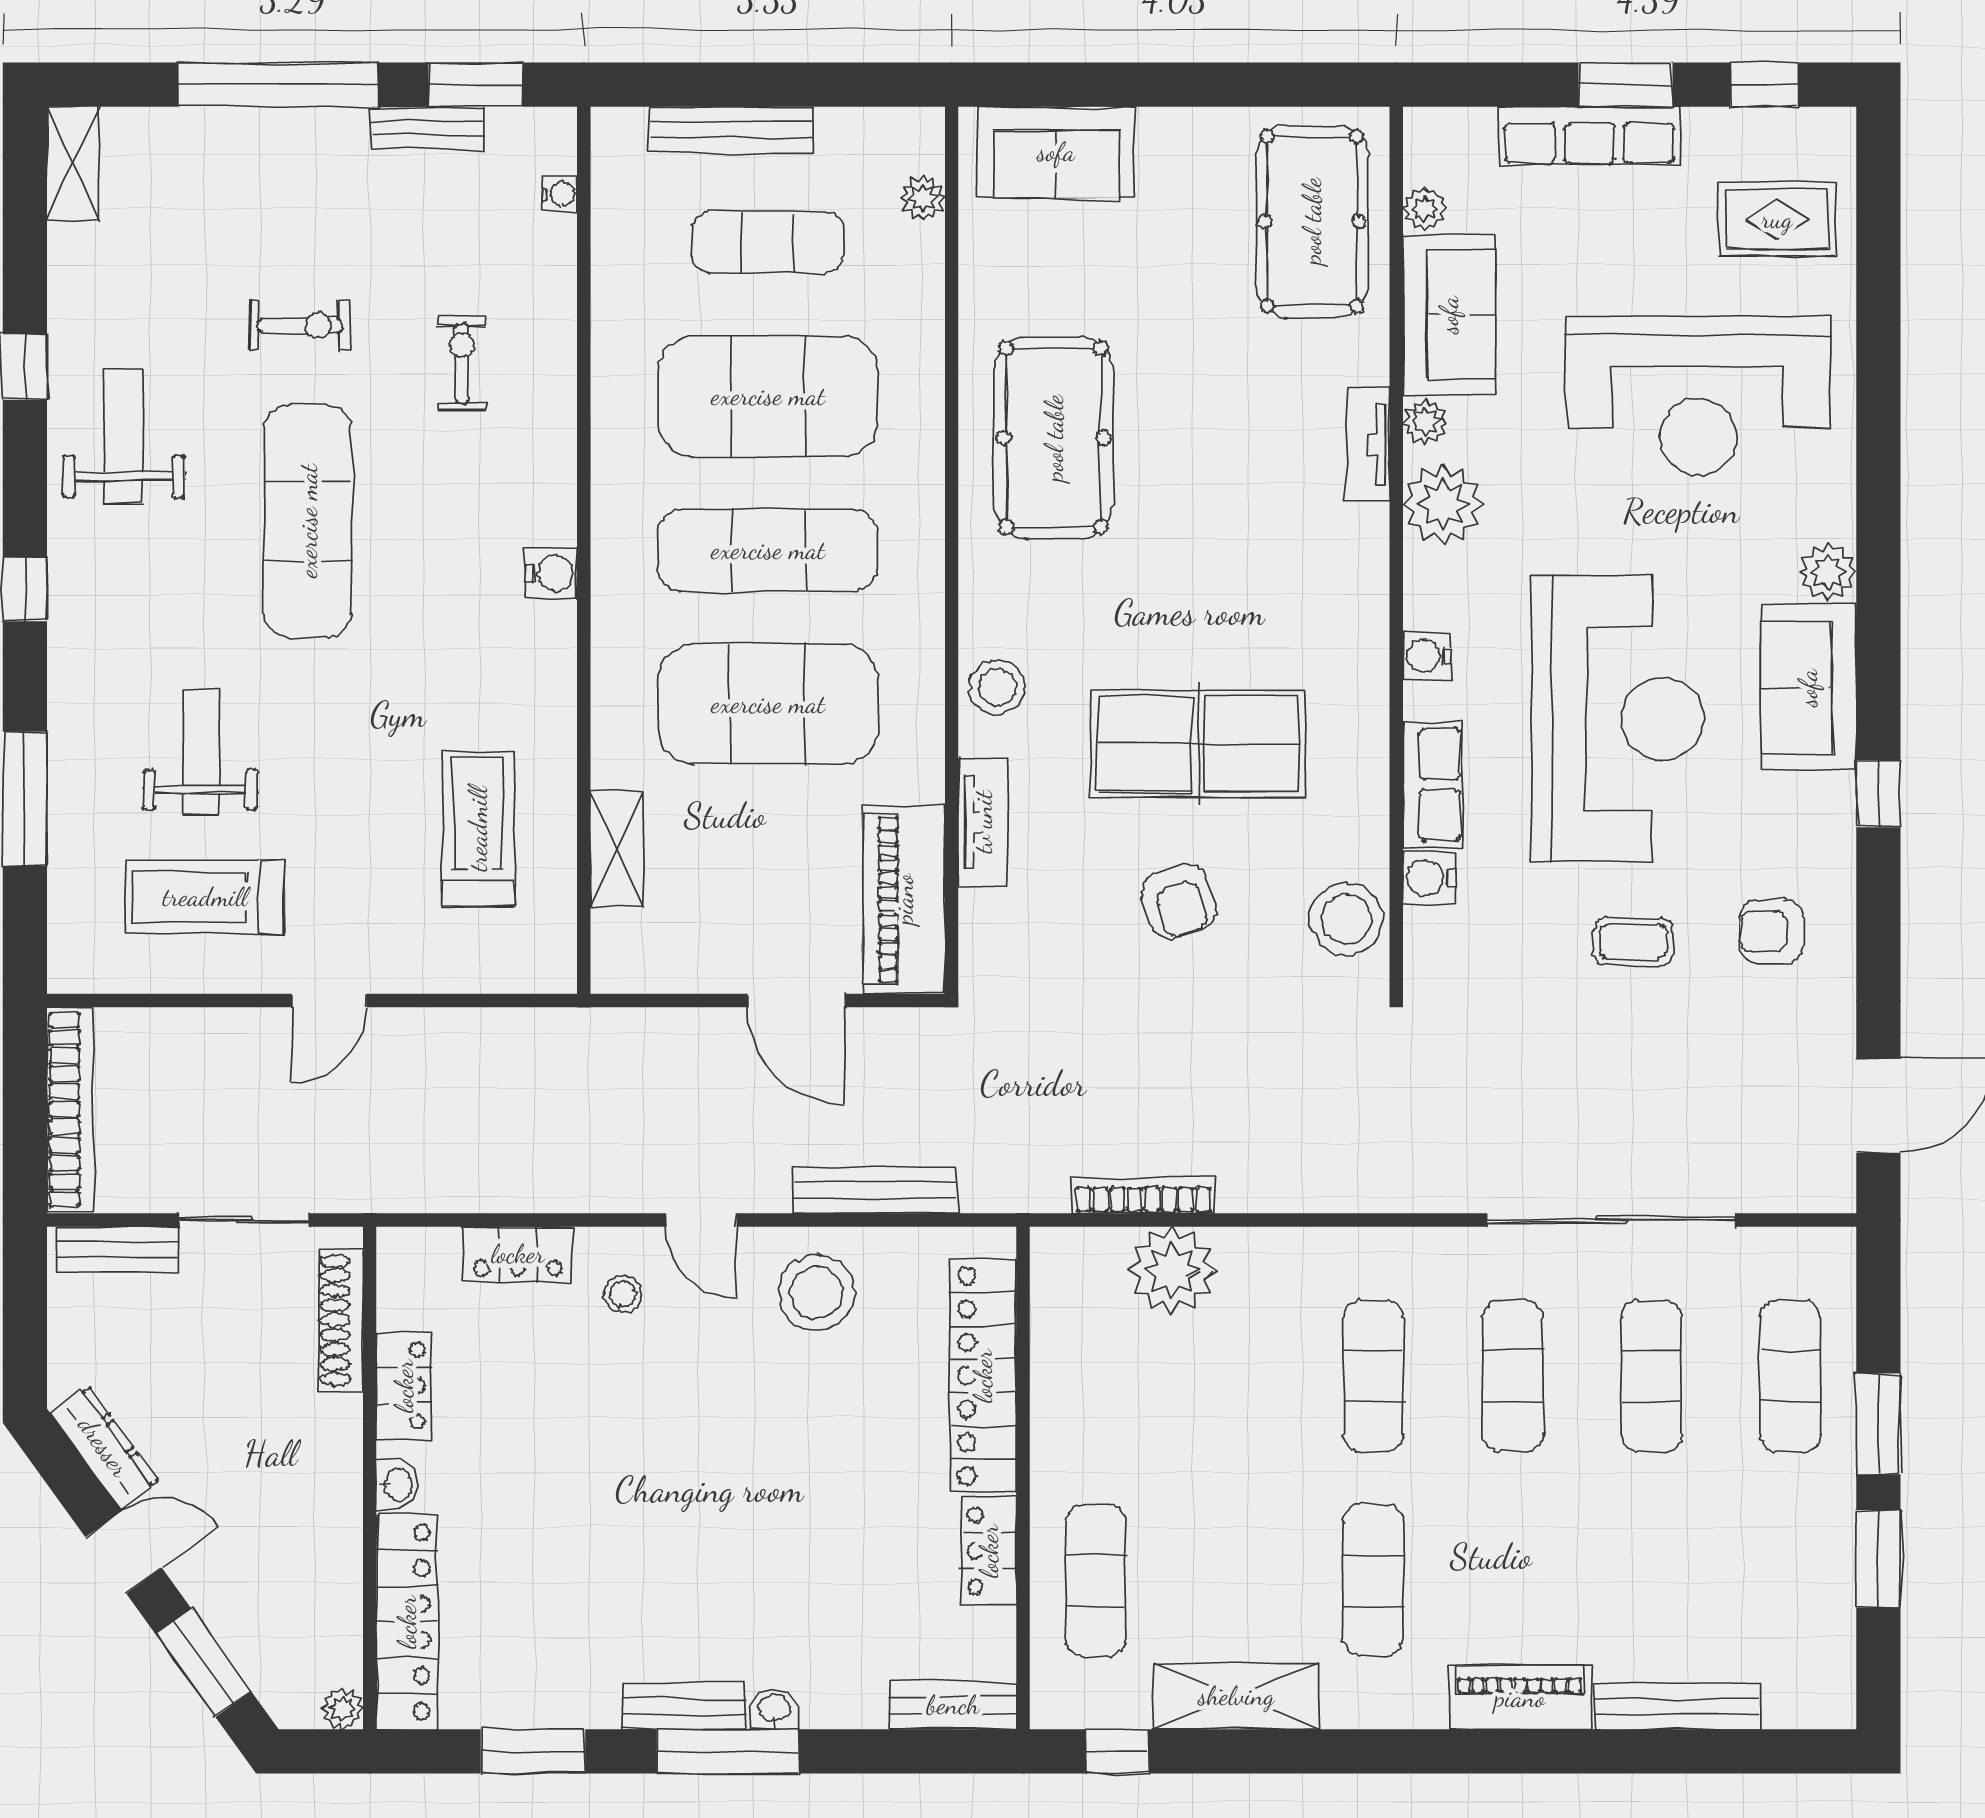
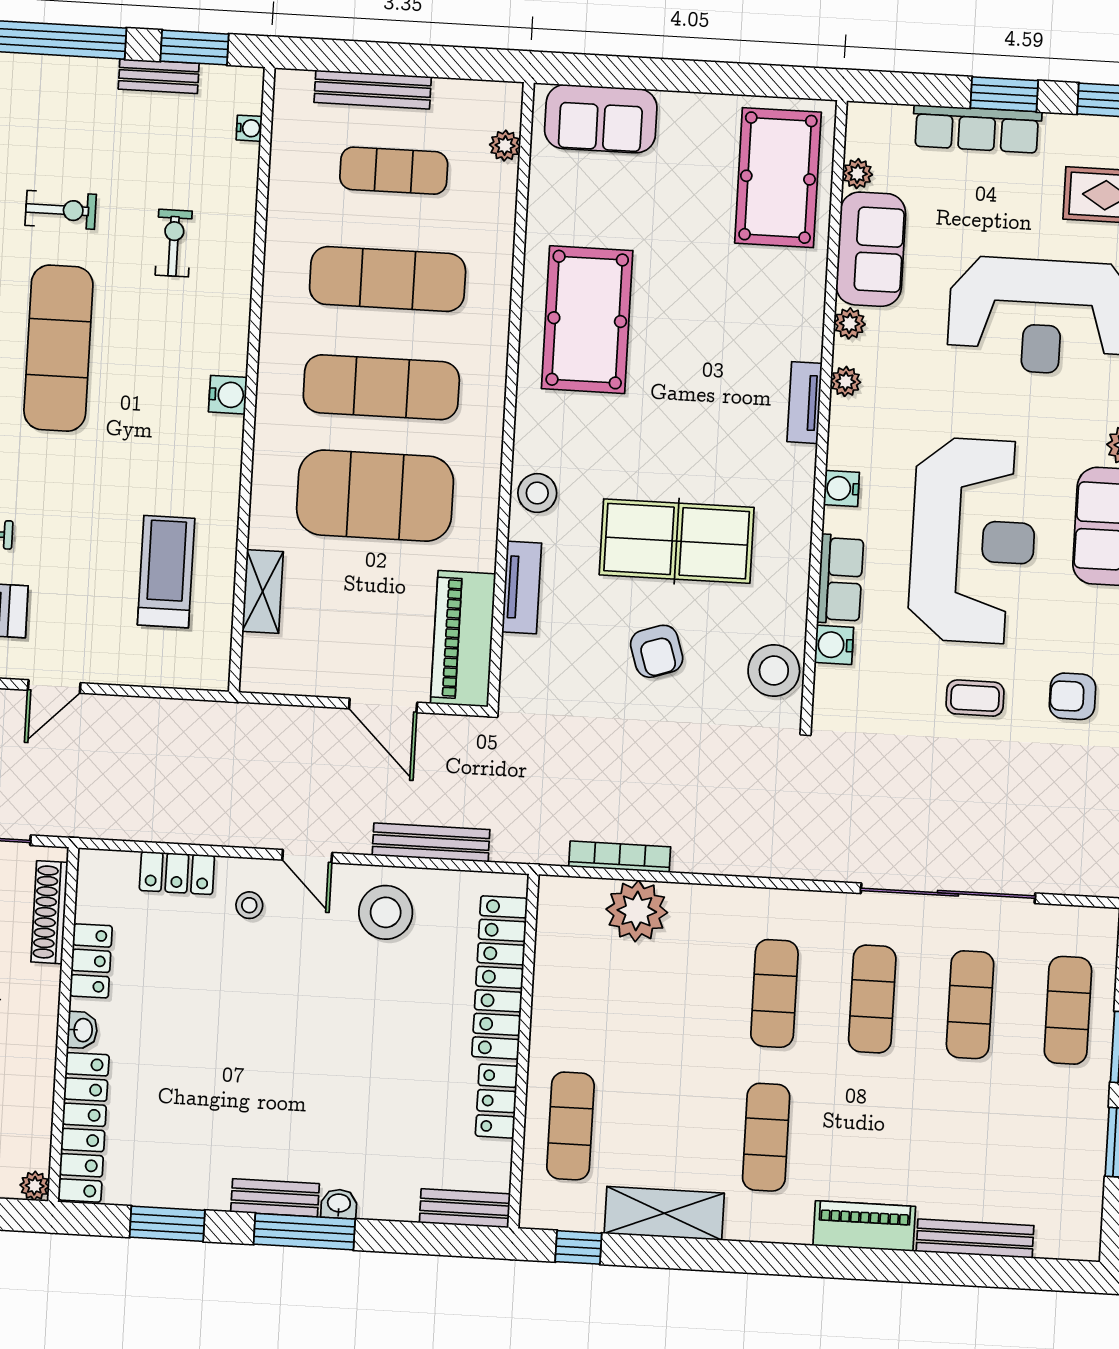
exercise mat: (768, 396) -> (388, 279), width x0.68
tv unit: (1368, 445) -> (805, 403), moved
plant: (1443, 504) -> (846, 381), width x0.53, depth x0.53

